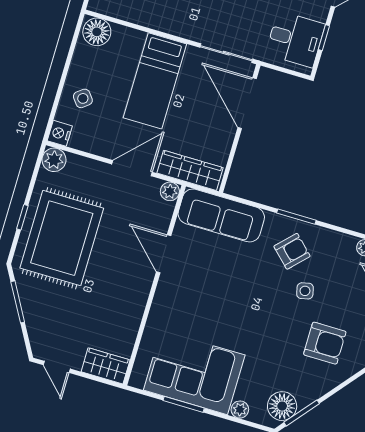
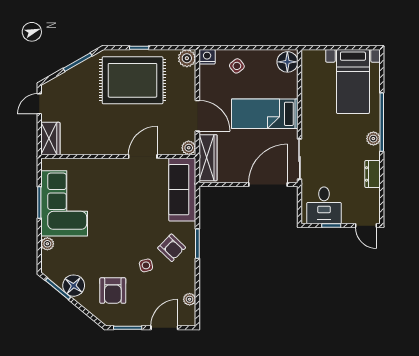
floor lamp: (282, 406) -> (74, 286), moved

